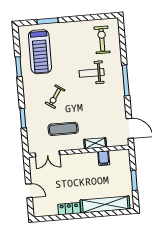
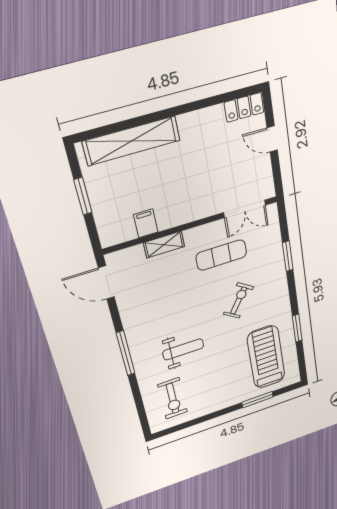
double door: (47, 154) -> (245, 209), swing flipped
locker: (69, 209) -> (244, 107), moved

